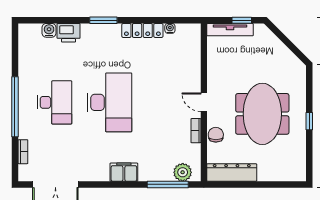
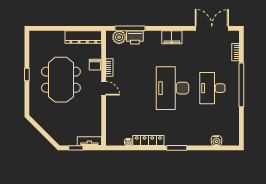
tv unit: (230, 30) -> (89, 141), width x0.71
printer: (69, 33) -> (135, 37), moved, turned 180
filing cabinet: (124, 172) -> (172, 37), moved

